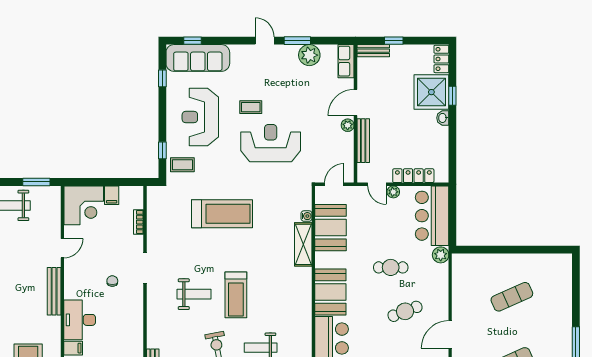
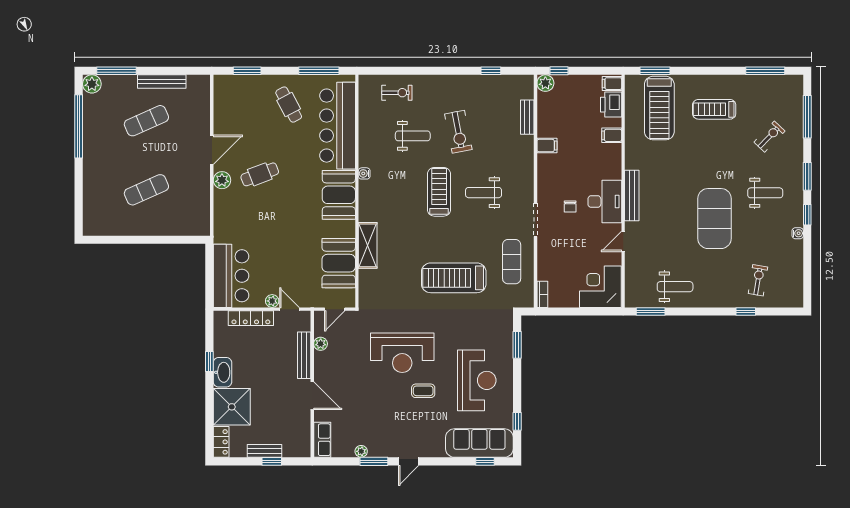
door: (265, 41) -> (409, 461), hinge flipped
bench: (373, 51) -> (265, 451), moved
plant: (309, 55) -> (361, 451), width x0.53, depth x0.53
window: (452, 96) -> (209, 361), moved
door: (356, 103) -> (312, 396), hinge flipped
washbasin: (443, 118) -> (222, 372), width x1.91, depth x1.45
plant: (348, 125) -> (321, 344), moved
window: (162, 150) -> (517, 345), width x1.50
coffee table: (182, 165) -> (496, 330), removed
filing cabinet: (112, 195) -> (547, 146), moved, turned 90
water cooler: (306, 216) -> (364, 173), moved
bookcase: (139, 222) -> (542, 294), moved
exercise mat: (167, 229) -> (512, 262), added
plant: (441, 255) -> (222, 180), moved
cafe table: (391, 267) -> (275, 221), removed
desk: (80, 320) -> (605, 202), moved

